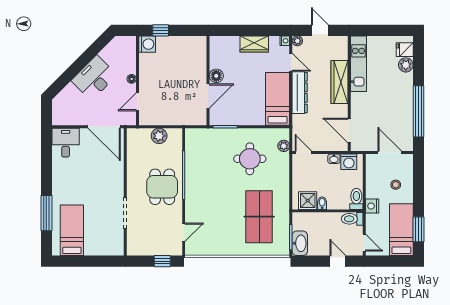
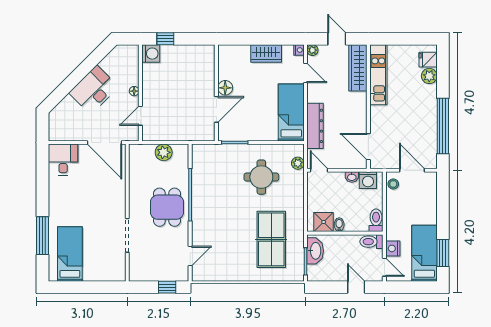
wardrobe: (340, 82) -> (358, 68), moved
dresser: (300, 93) -> (315, 126), moved
stool: (396, 185) -> (393, 184), moved
nightstand: (372, 206) -> (393, 248), moved
washbasin: (300, 243) -> (315, 251), moved

